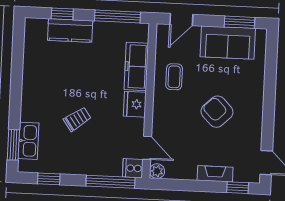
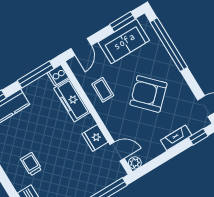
window: (270, 76) -> (169, 45), added
fridge: (135, 104) -> (95, 138), moved
armchair: (217, 112) -> (149, 94), width x1.36, depth x1.36
trolley: (77, 119) -> (31, 164), moved, turned -55
cooker: (133, 168) -> (58, 75), moved

